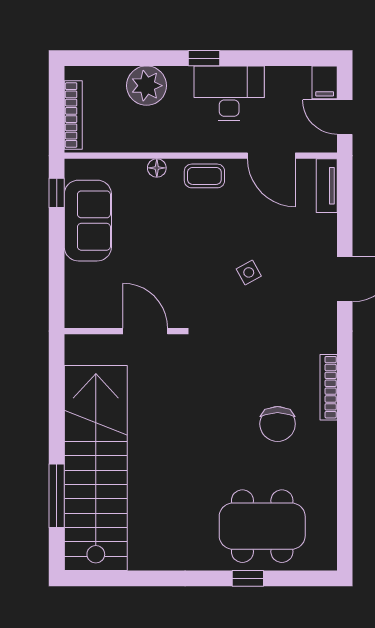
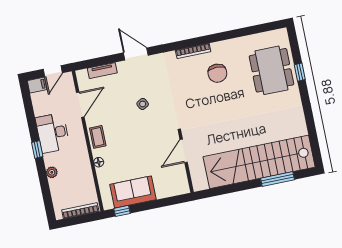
plant: (147, 86) -> (52, 172), width x0.53, depth x0.53
tv unit: (327, 186) -> (102, 71), moved
chair: (278, 424) -> (217, 73), turned 90

